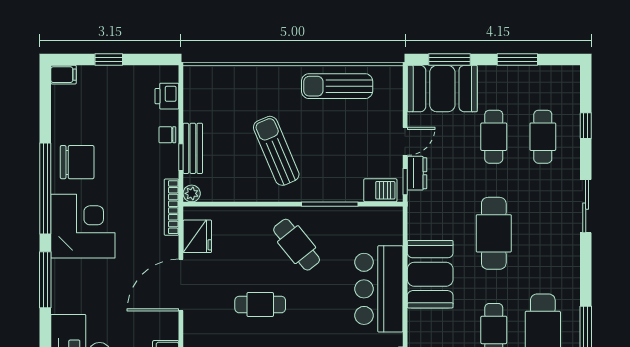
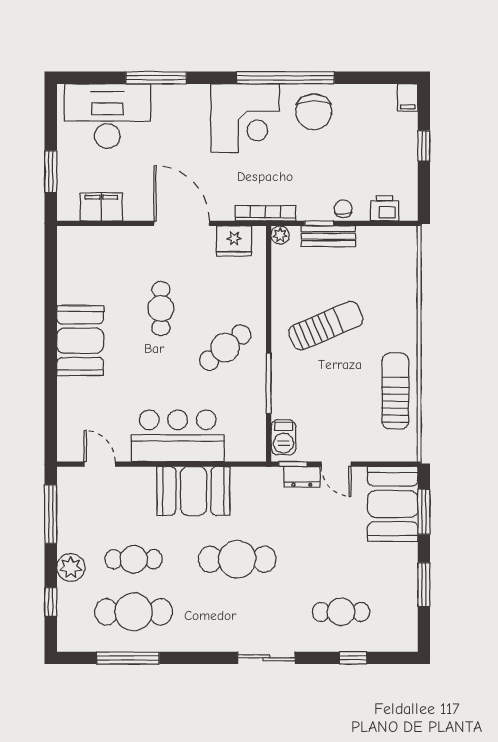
cafe table: (494, 137) -> (341, 559), removed
window: (45, 280) -> (156, 78), moved

